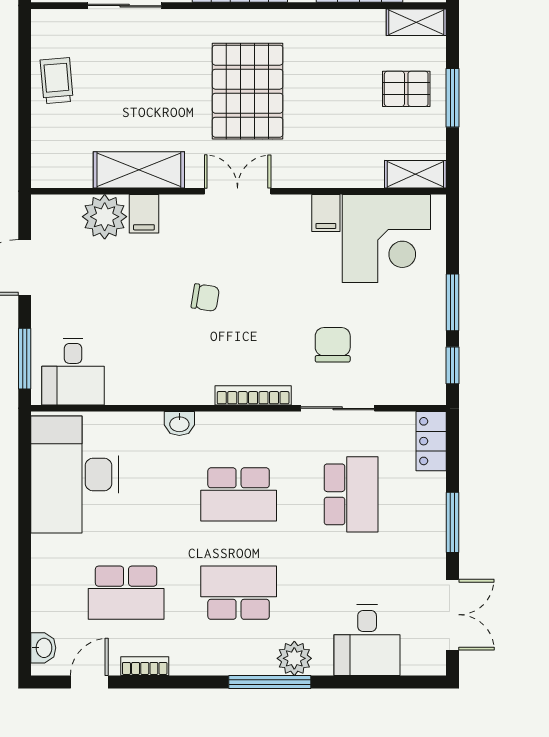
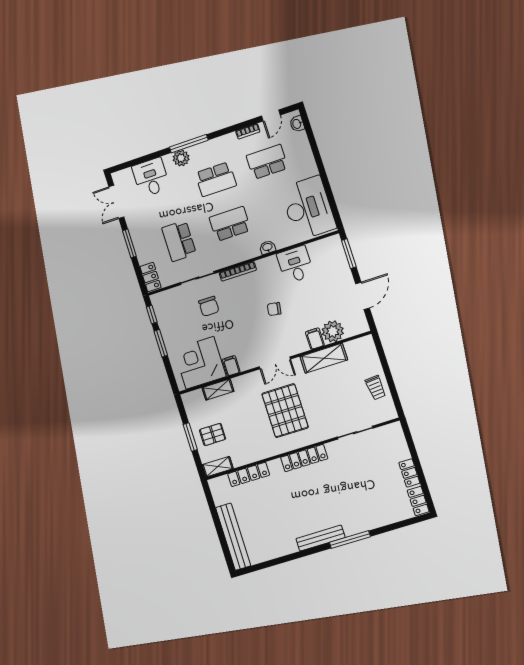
shelving: (415, 174) -> (218, 390), moved
desk: (73, 372) -> (295, 265), moved

